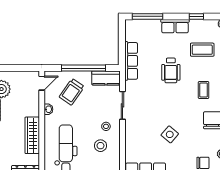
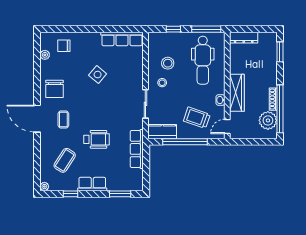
window: (147, 16) -> (120, 194), width x0.69
coffee table: (202, 50) -> (65, 160), turned -57
wheelchair: (171, 70) -> (96, 139), turned 90
trolley: (72, 92) -> (197, 118), turned -106
wardrobe: (32, 135) -> (237, 93), moved

